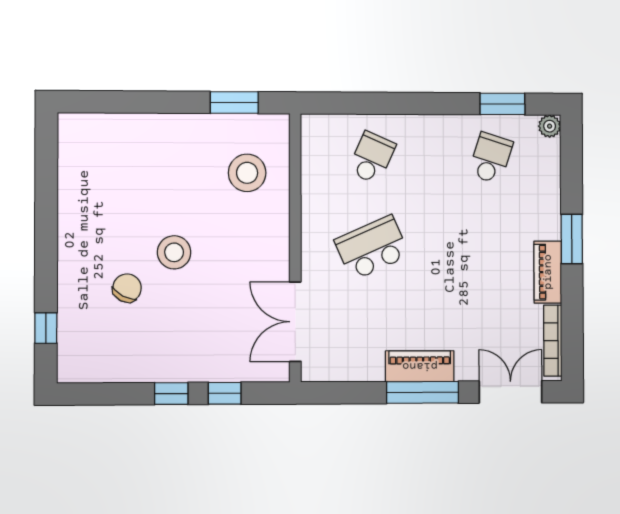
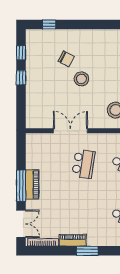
school desk: (372, 248) -> (83, 164), turned 33
double door: (295, 322) -> (70, 131), moved
window: (225, 393) -> (21, 53), moved

